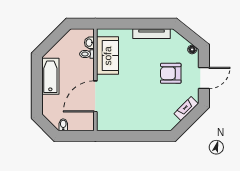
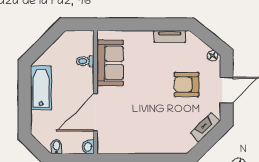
tv unit: (151, 34) -> (170, 36), width x0.71
washbasin: (89, 43) -> (88, 147), moved

